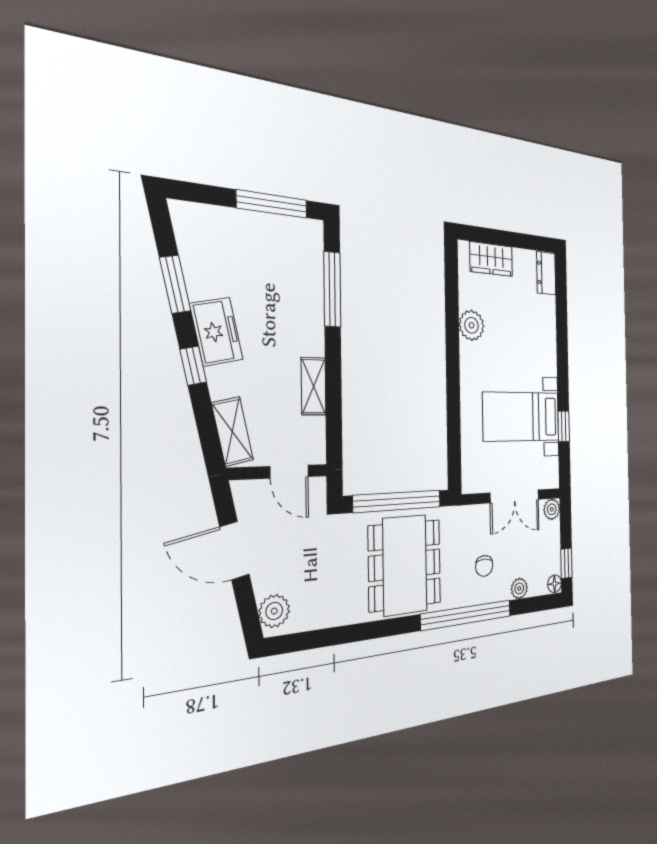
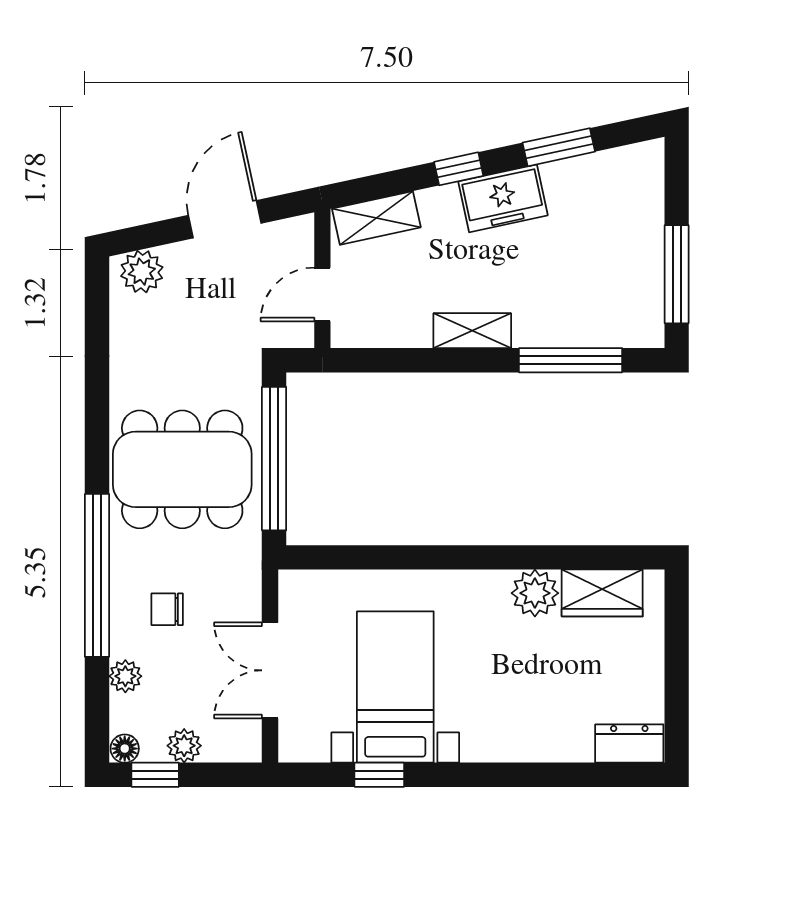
wardrobe: (491, 259) -> (602, 593), moved, turned -90
shelving: (314, 386) -> (472, 331), moved
plant: (552, 509) -> (184, 746), moved

